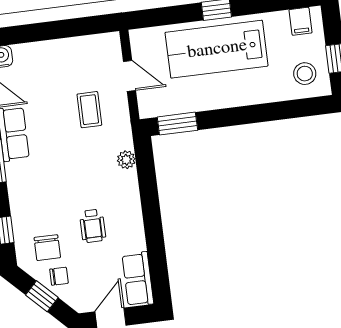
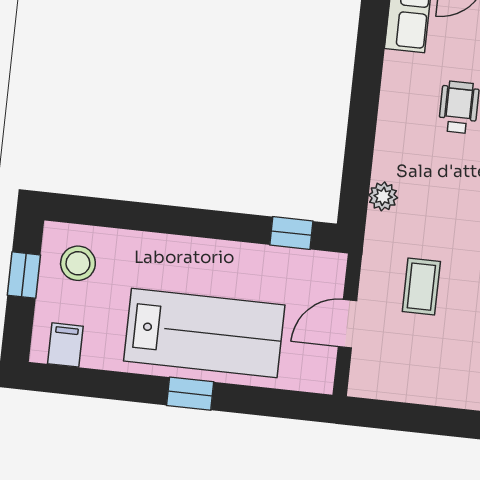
door: (130, 76) -> (347, 324), hinge flipped
window: (177, 124) -> (291, 233), width x0.67

